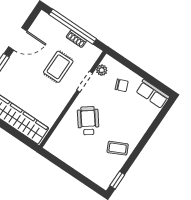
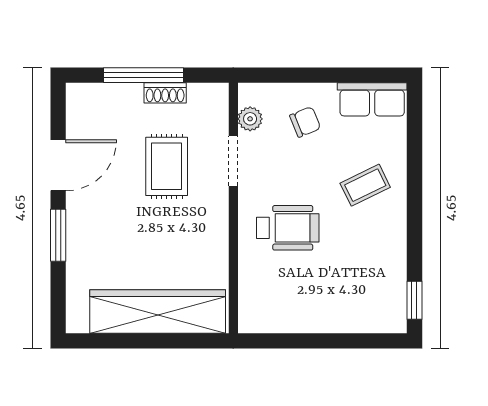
window: (73, 27) -> (143, 75), width x0.68
wheelchair: (88, 121) -> (288, 228), turned 127
coffee table: (118, 148) -> (365, 185), moved

